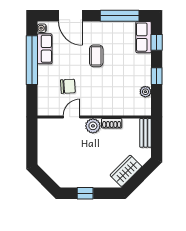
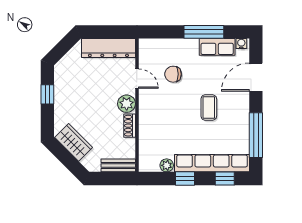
row of seats: (144, 37) -> (212, 163), width x2.02
coffee table: (96, 56) -> (209, 108), turned 90
window: (32, 60) -> (204, 32), width x0.68
chair: (68, 86) -> (173, 74), turned 93
dresser: (46, 141) -> (108, 48), added

